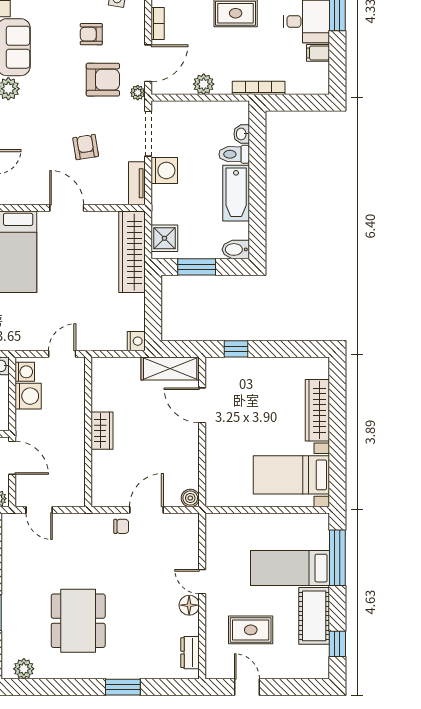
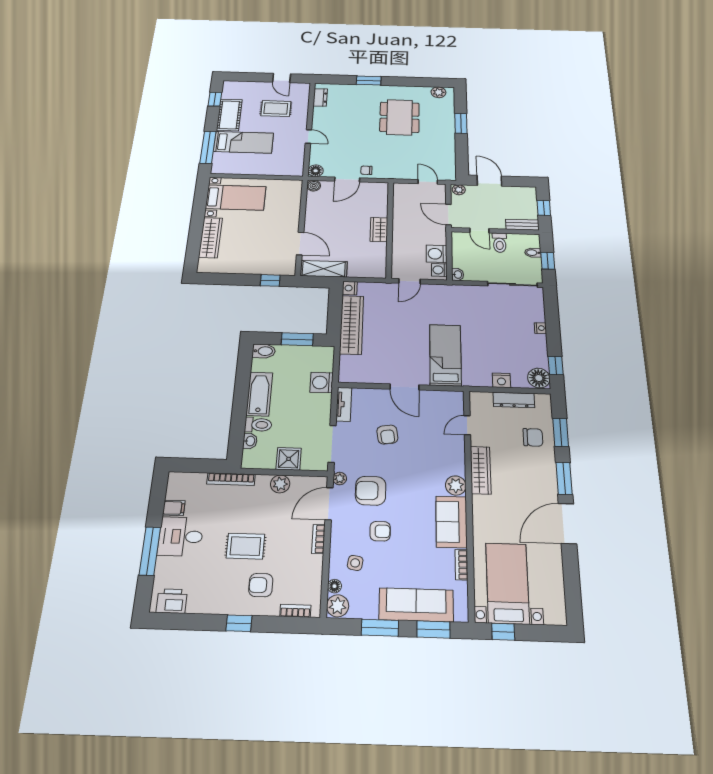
washing machine: (164, 170) -> (322, 383), moved
shower: (164, 238) -> (289, 459), moved
wardrobe: (132, 252) -> (352, 325), moved
floor lamp: (189, 605) -> (316, 171), moved

